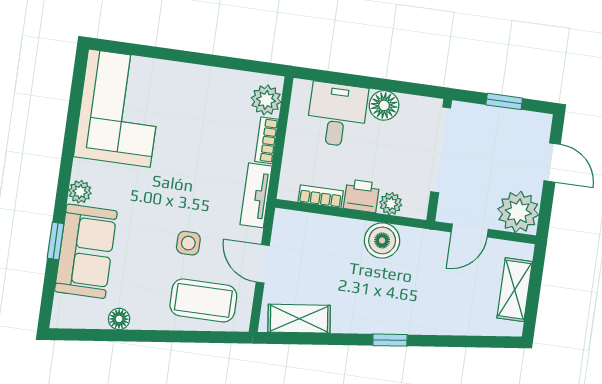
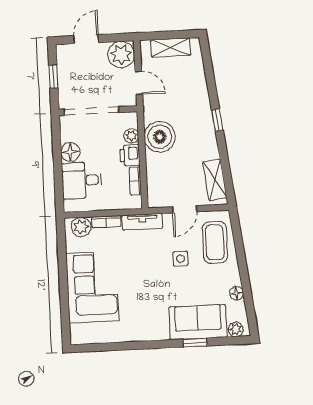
corner sofa: (119, 108) -> (92, 287), moved, turned 90
plant: (80, 192) -> (236, 329), moved
boiler: (382, 240) -> (160, 137), width x1.37, depth x1.37

